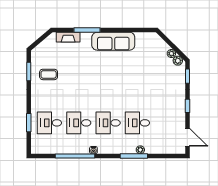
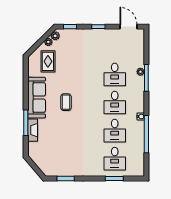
fireplace: (68, 37) -> (33, 130), moved
rug: (151, 53) -> (48, 61), added
coffee table: (49, 74) -> (66, 102), moved
door: (187, 137) -> (128, 27), hinge flipped

